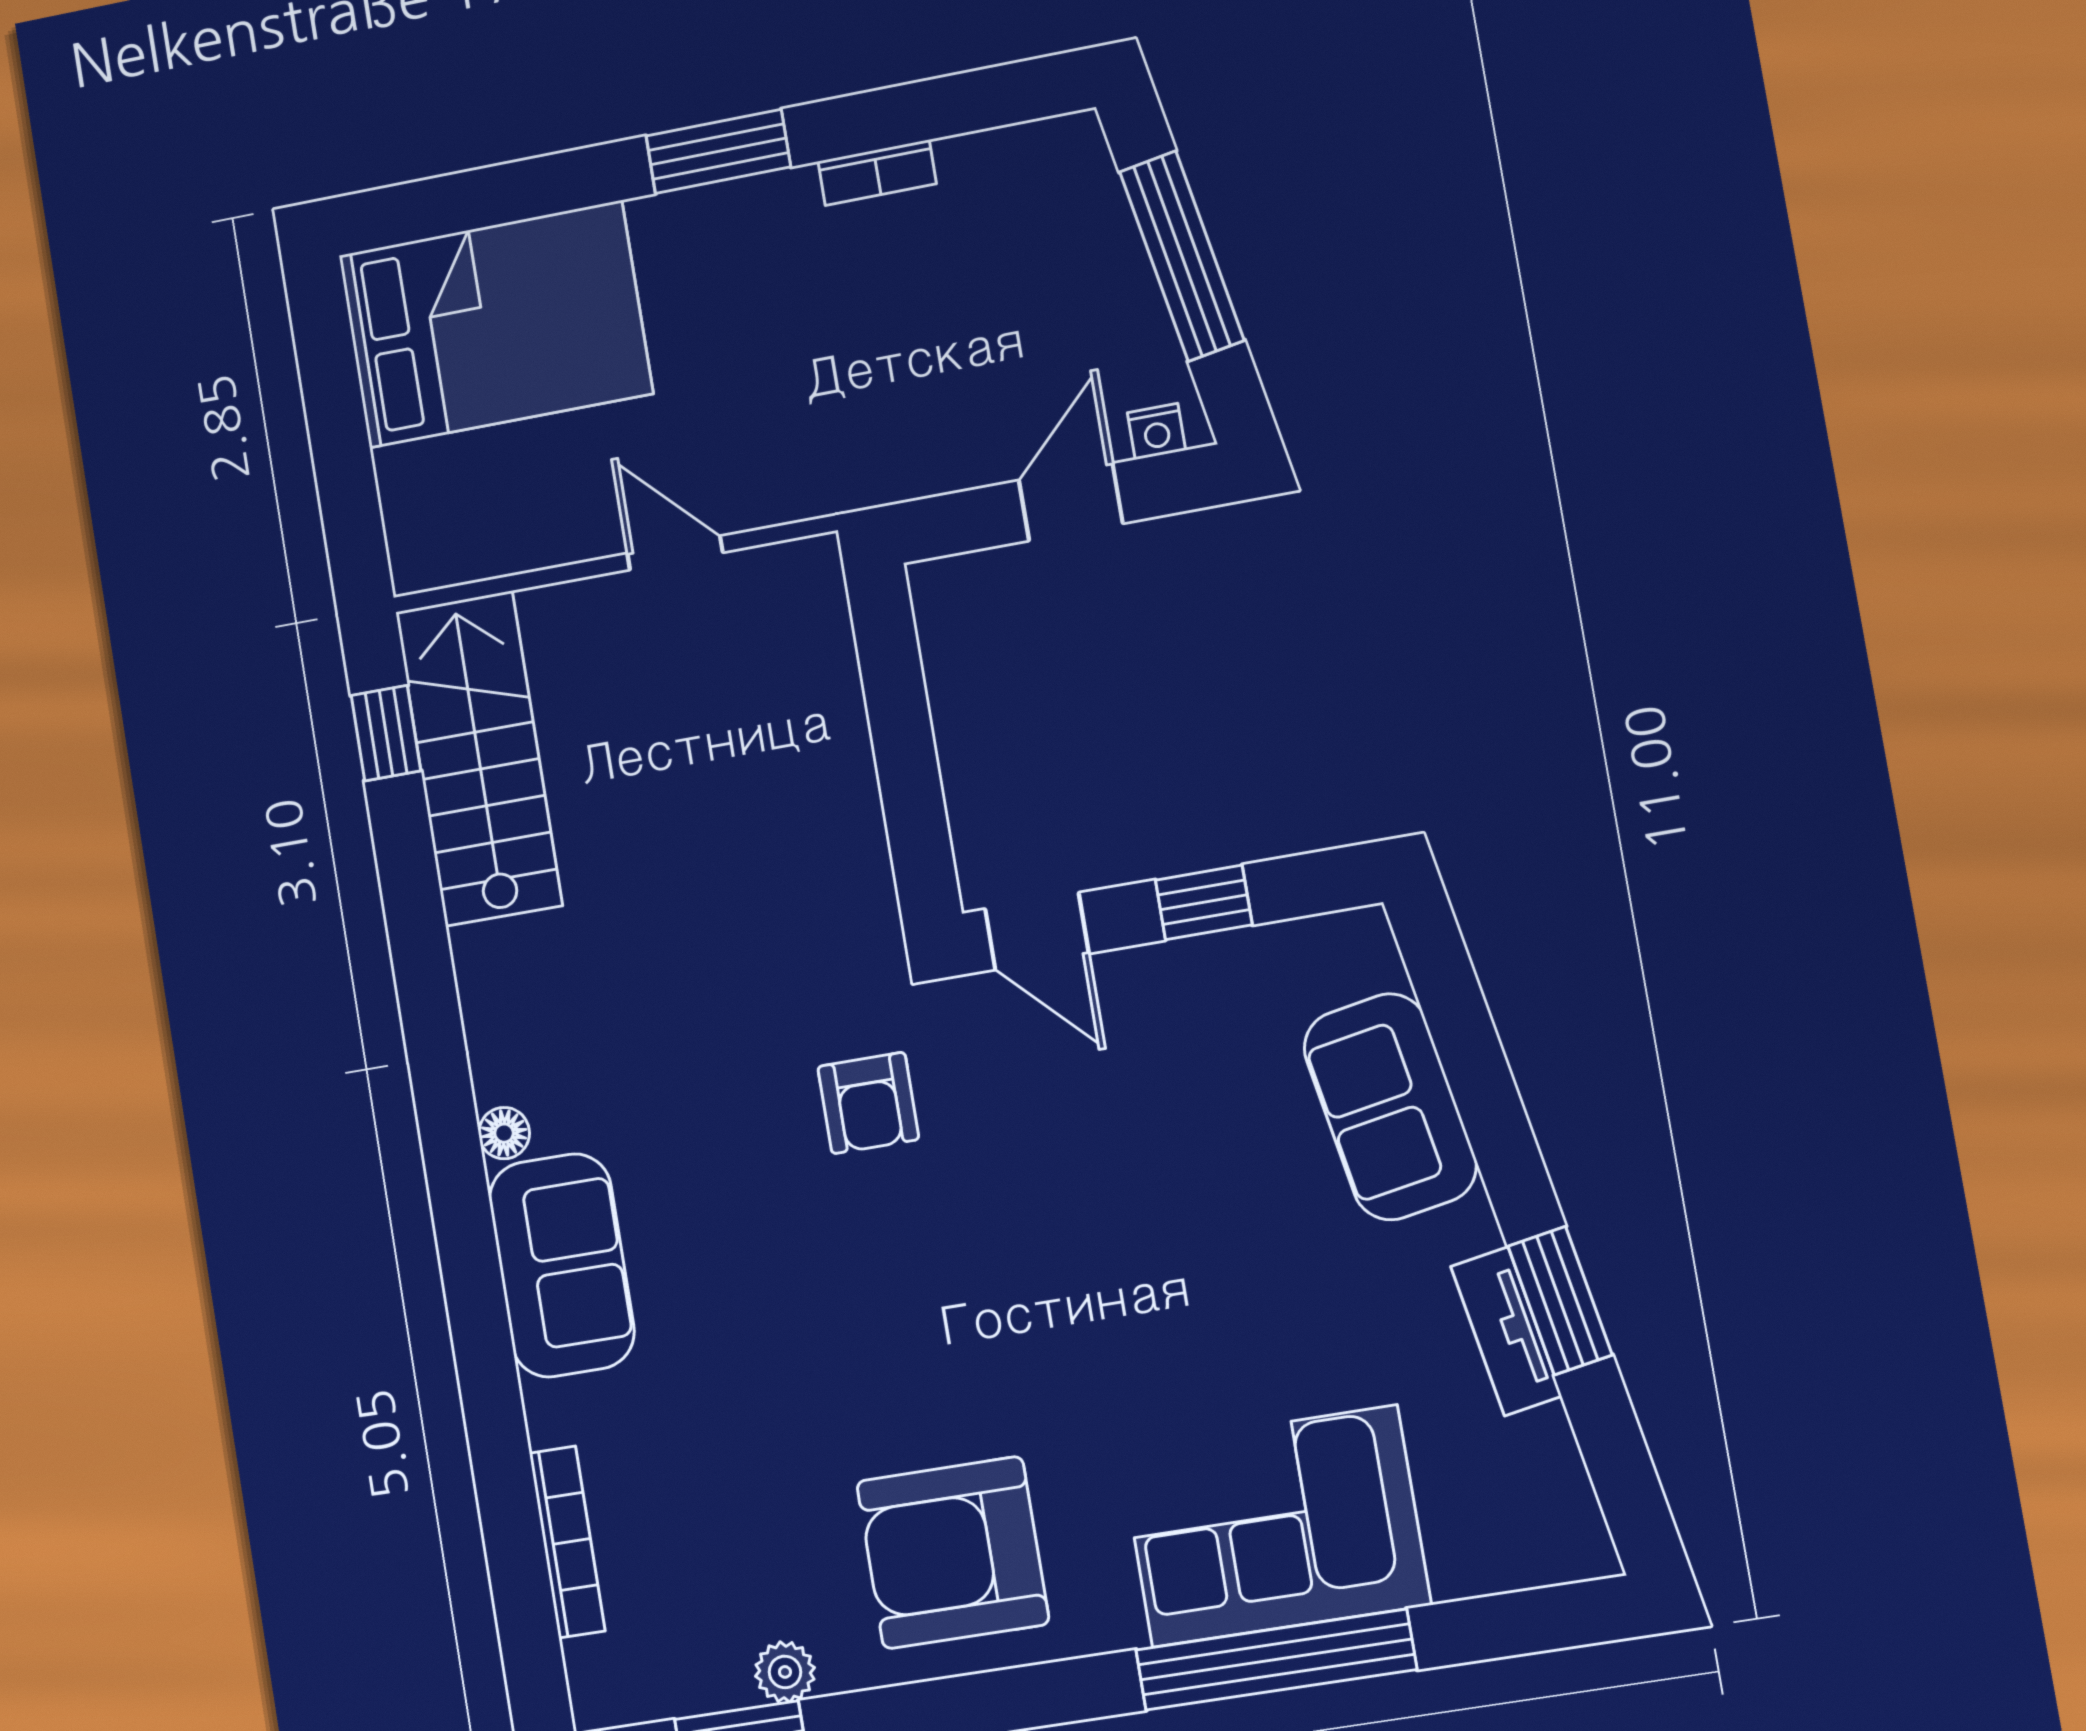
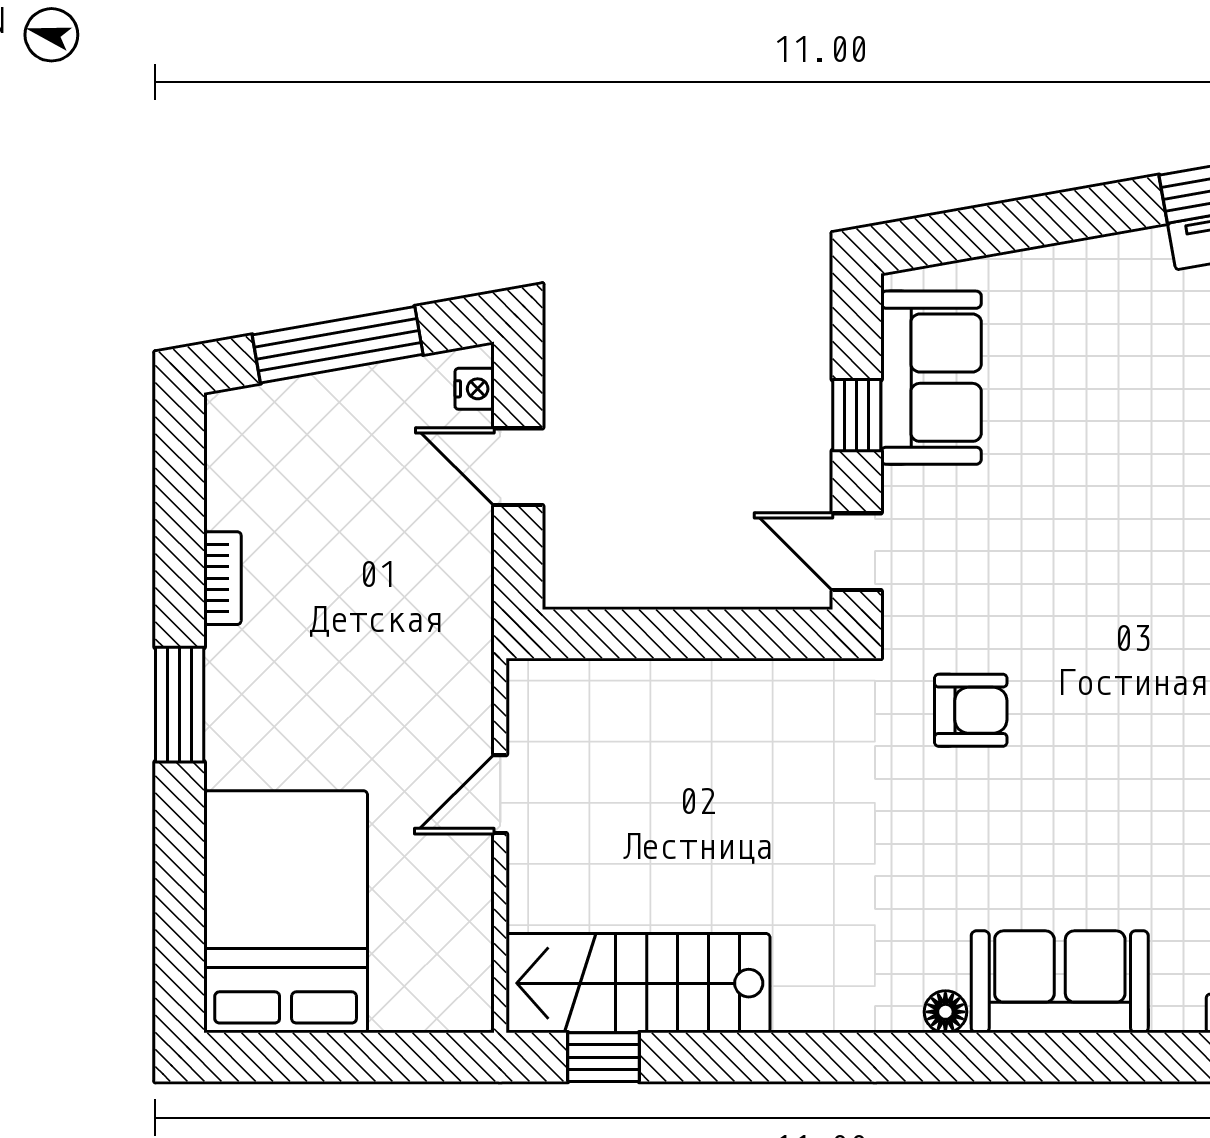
door: (1037, 931) -> (857, 552), swing flipped
sofa: (1390, 1107) -> (931, 378), moved, turned -80

